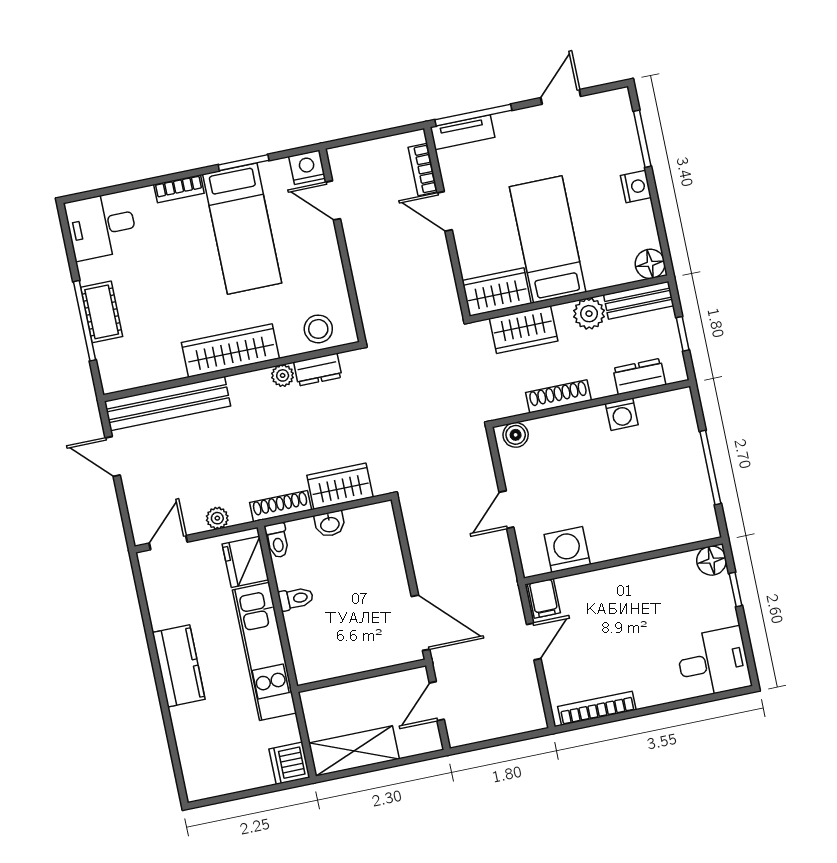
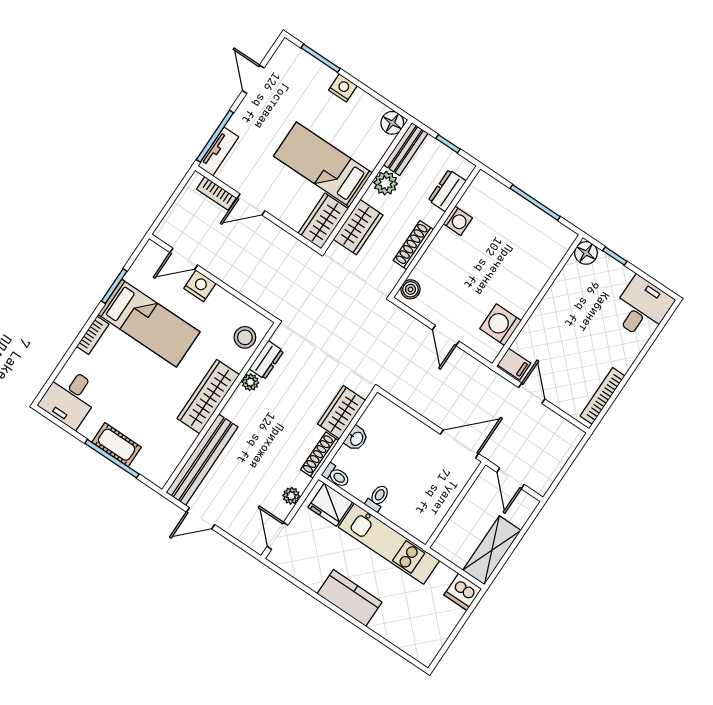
nightstand: (307, 167) -> (200, 286), moved, turned 90

